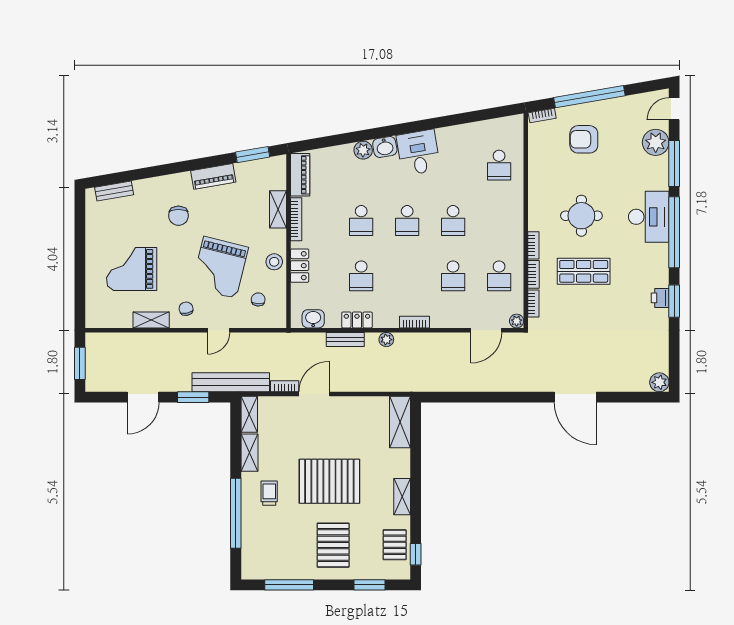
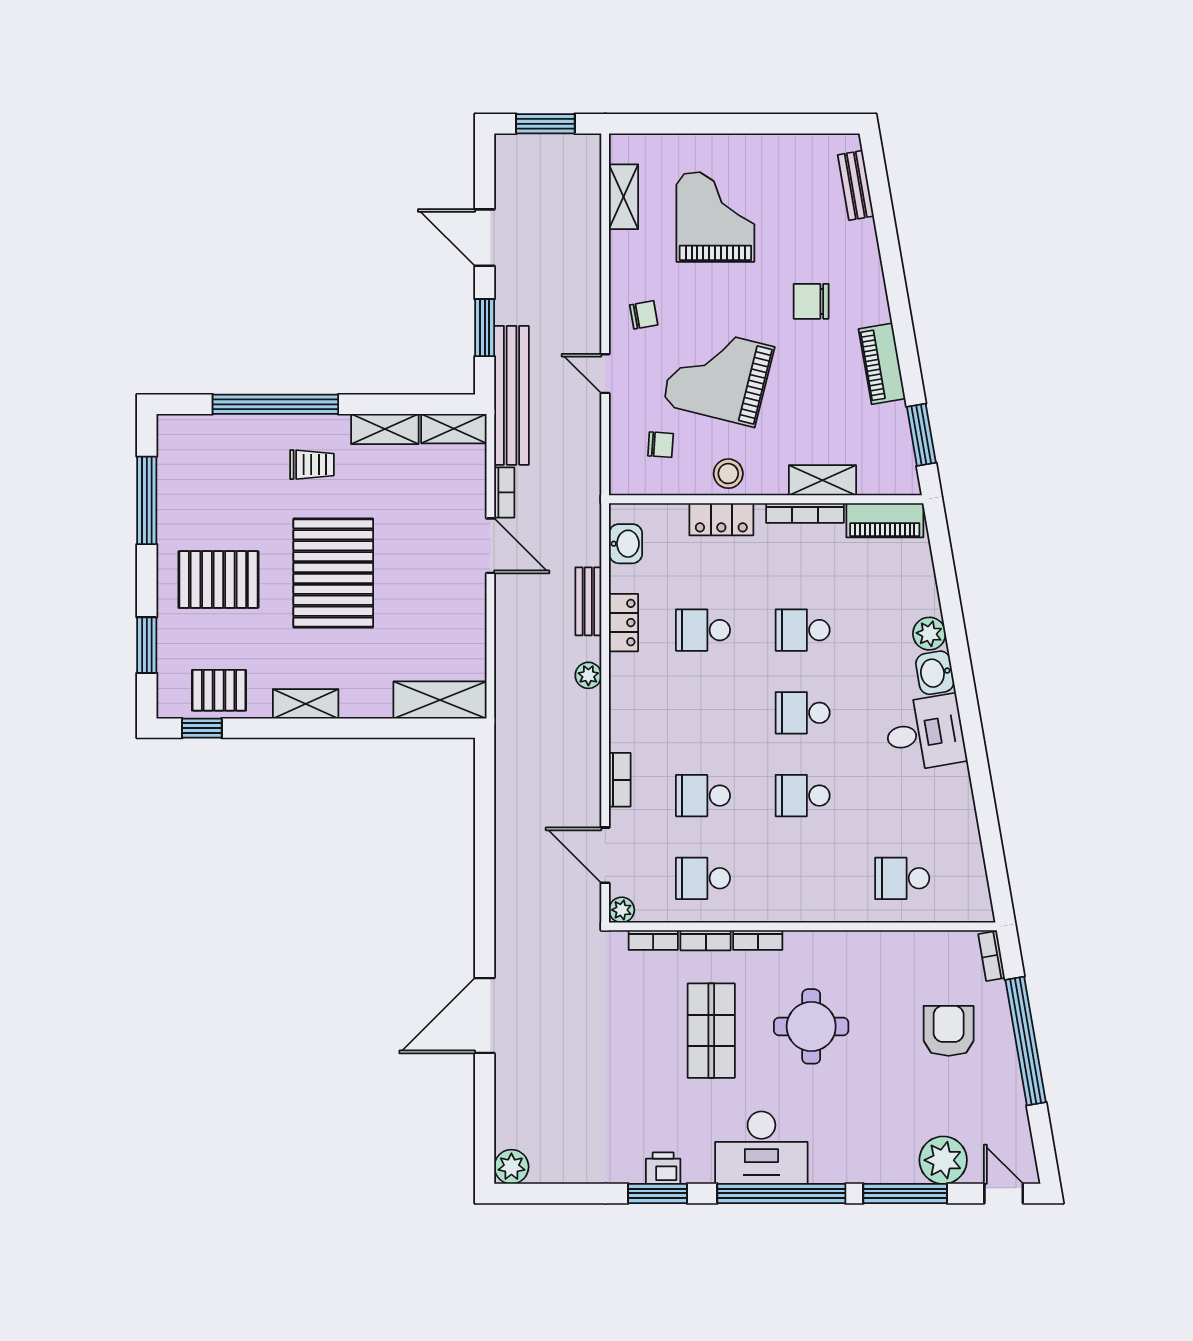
desk: (649, 217) -> (761, 1148), moved
shelving: (151, 320) -> (624, 197), moved
bookcase: (414, 322) -> (620, 780), moved

